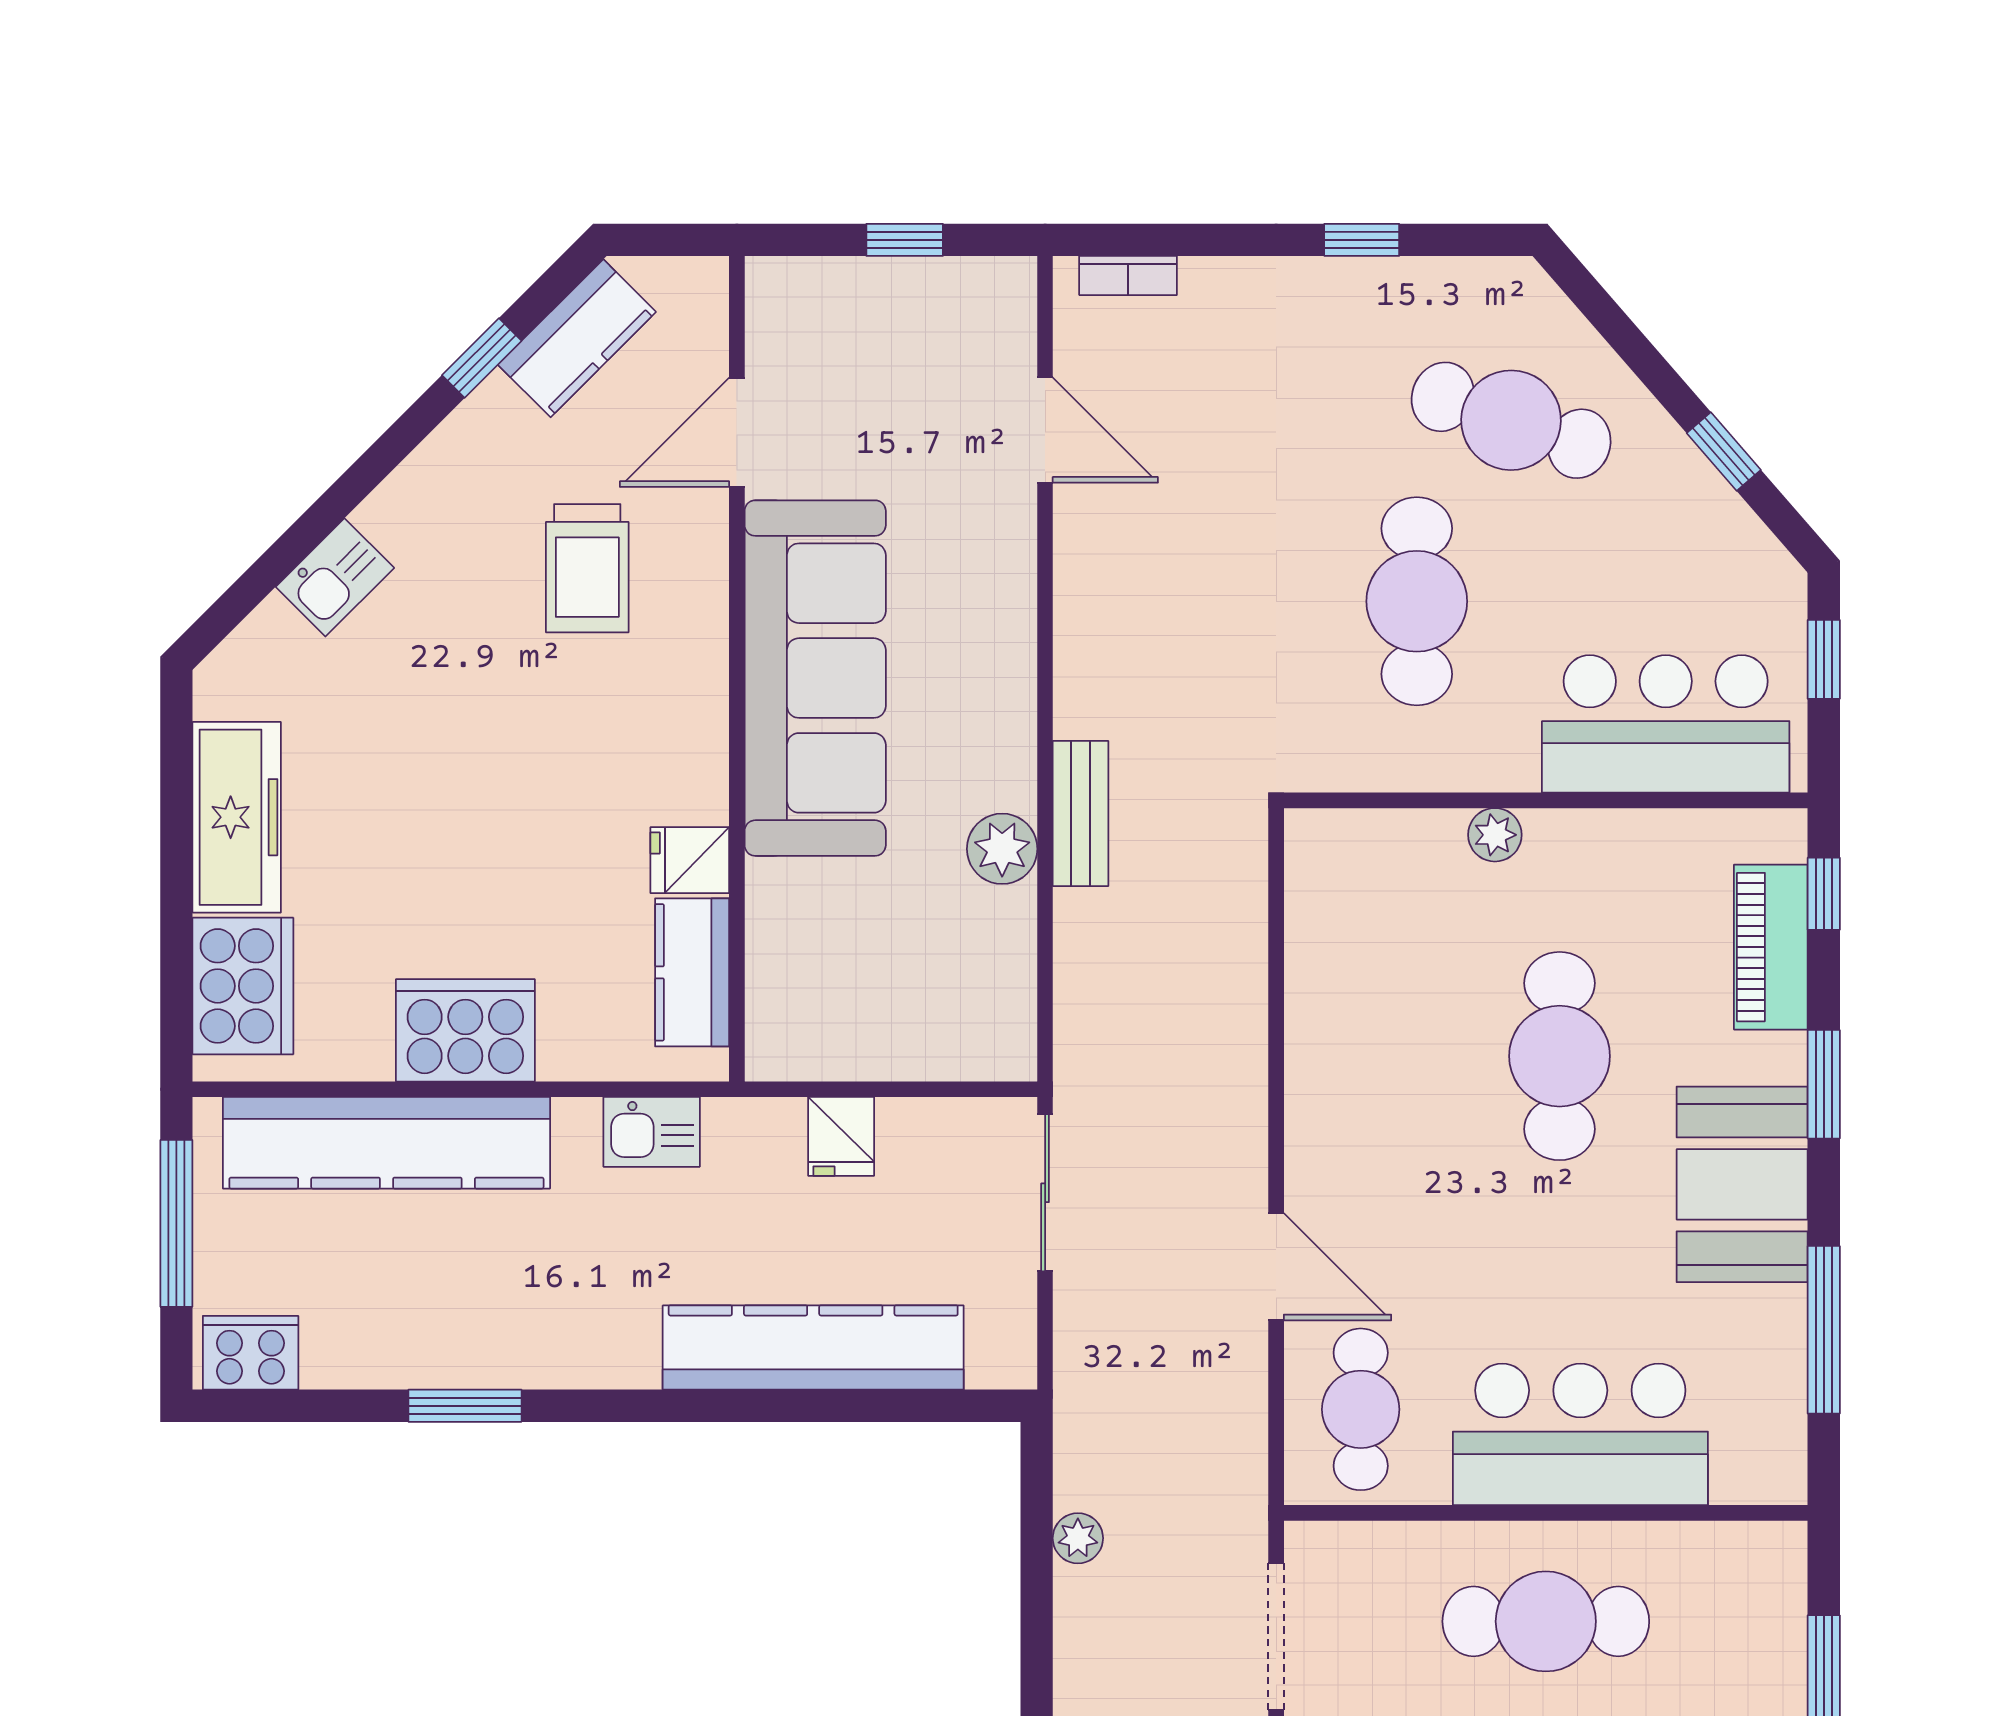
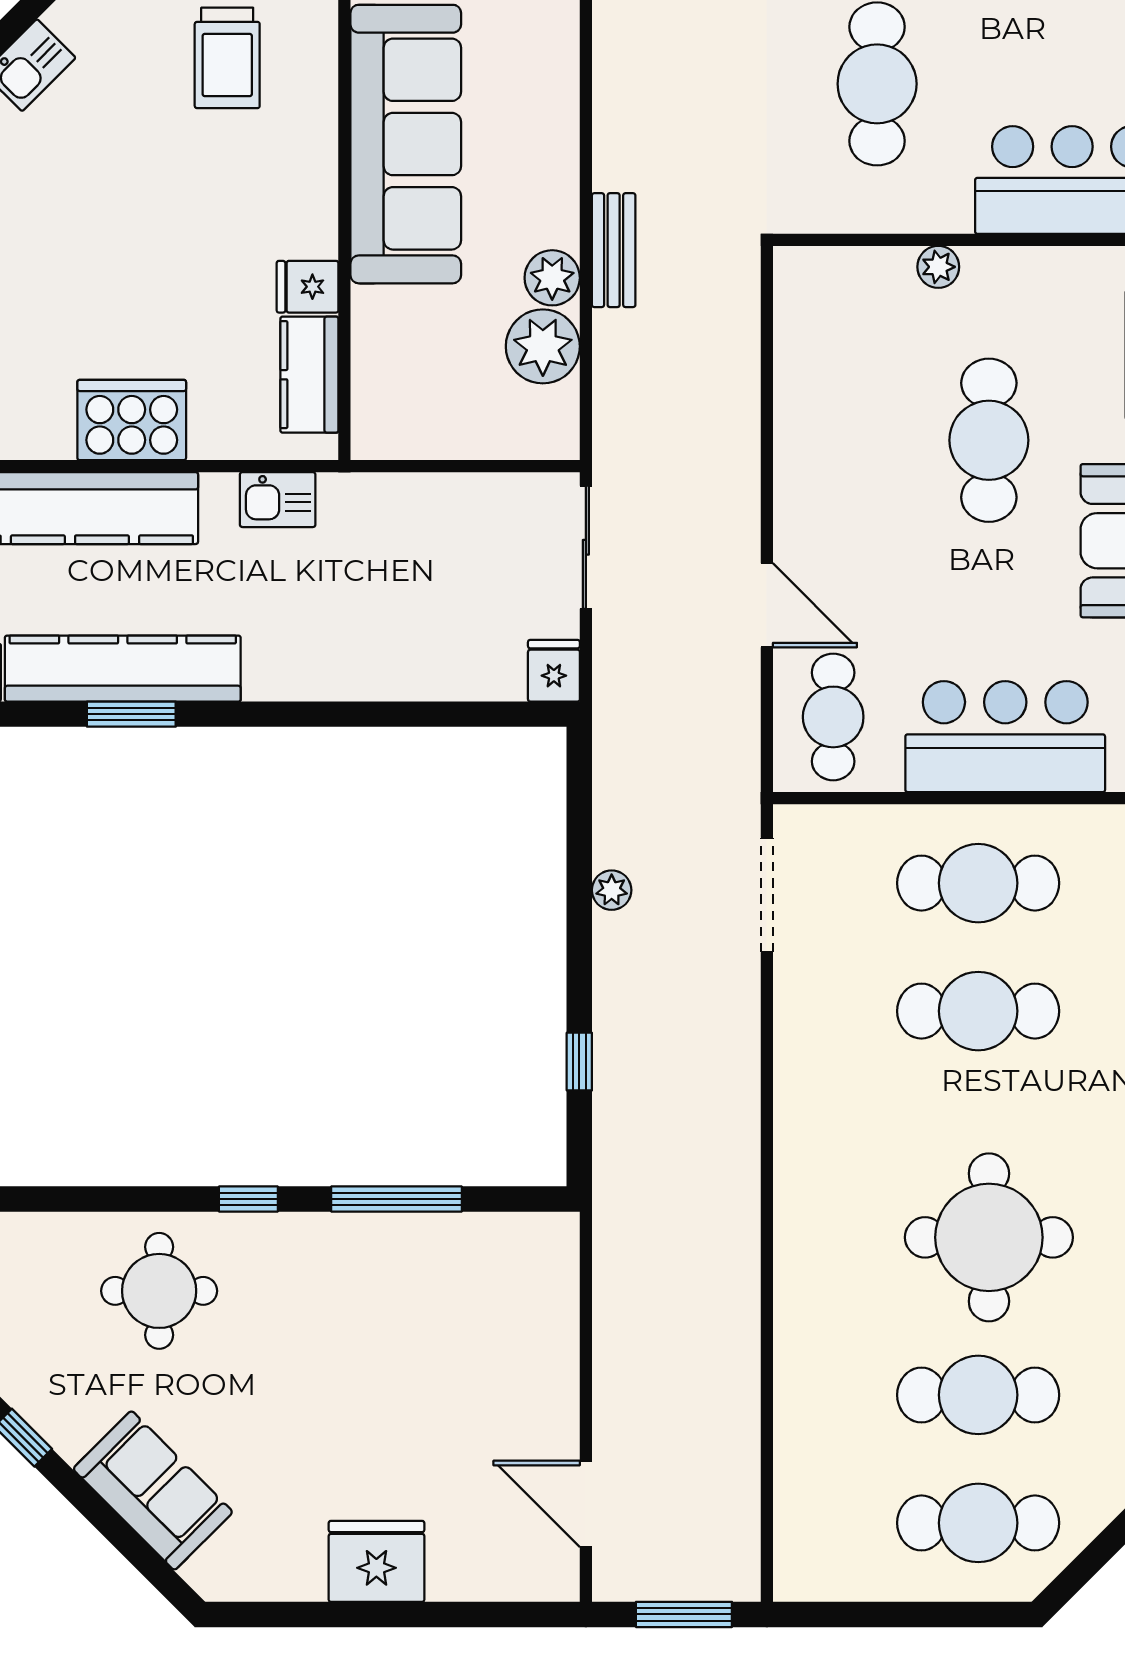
plant: (990, 936) -> (543, 346), added
fridge: (841, 1136) -> (554, 671), moved, turned 180
kitchen counter: (813, 1348) -> (123, 669), moved
plant: (1078, 1538) -> (612, 890), moved

